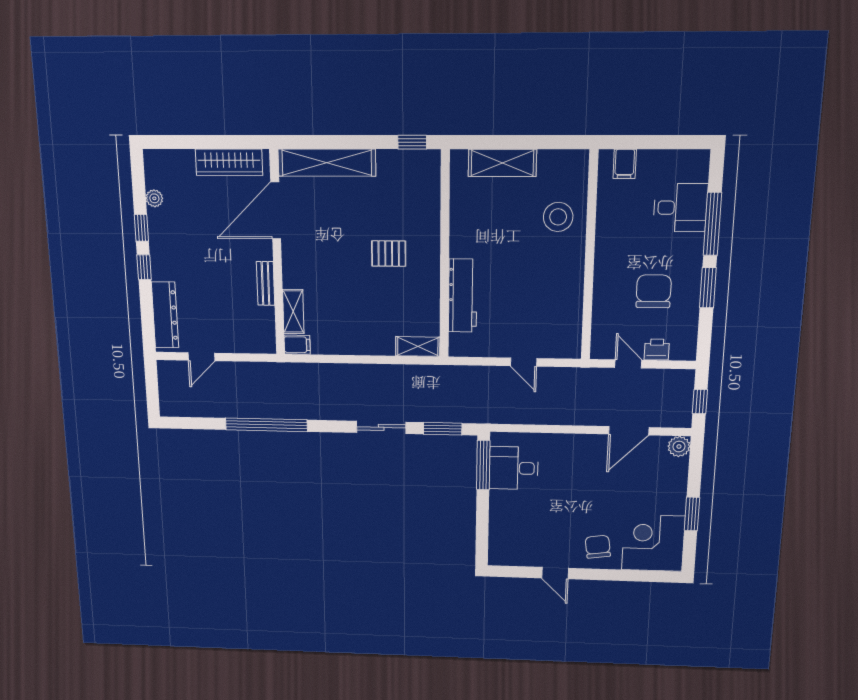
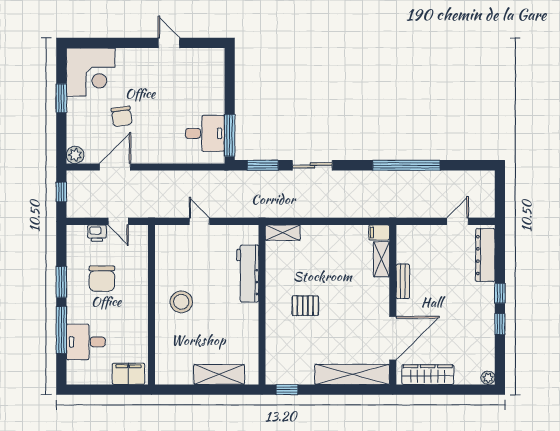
filing cabinet: (625, 164) -> (128, 374), width x2.00
plant: (154, 198) -> (488, 378), moved
stool: (558, 217) -> (181, 302), moved
chair: (598, 547) -> (122, 116), moved

